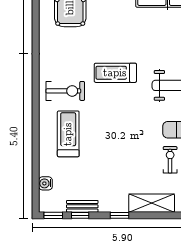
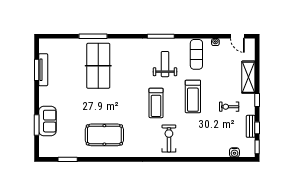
treadmill: (68, 134) -> (193, 96), moved, turned -90
exercise bike: (170, 160) -> (229, 107), moved

